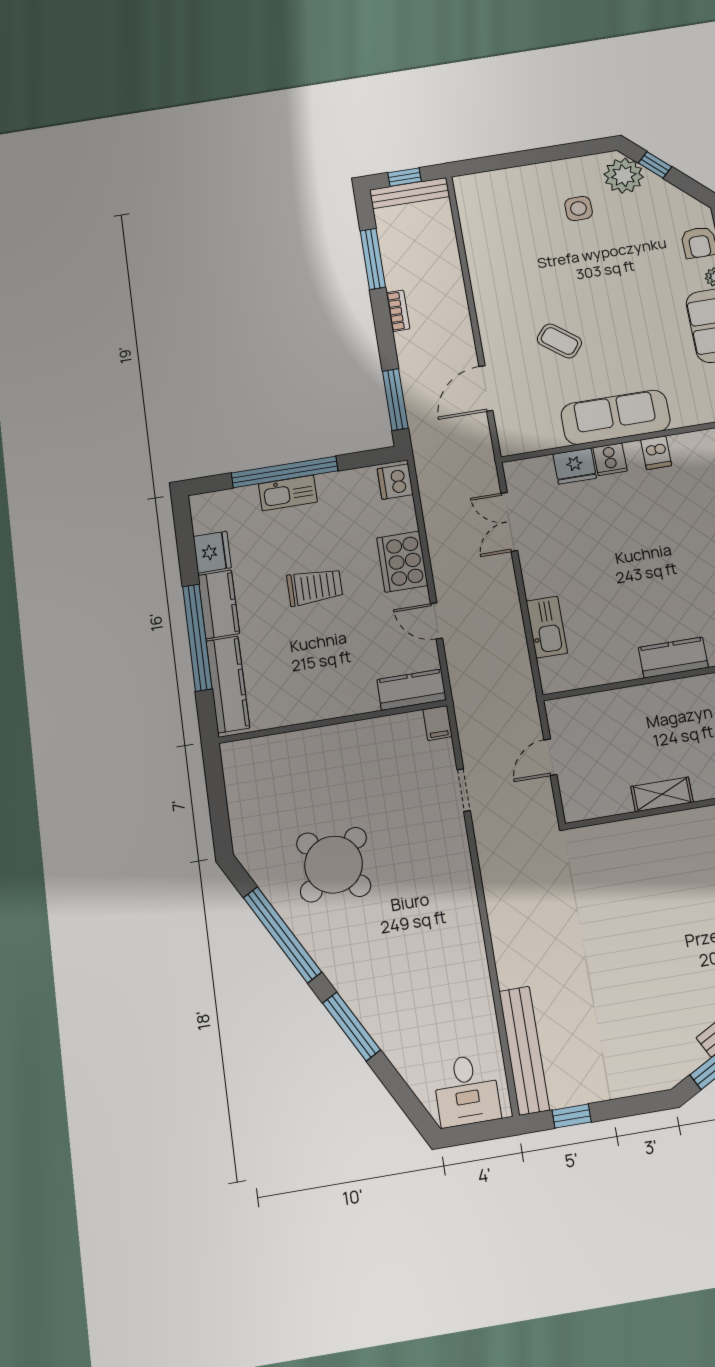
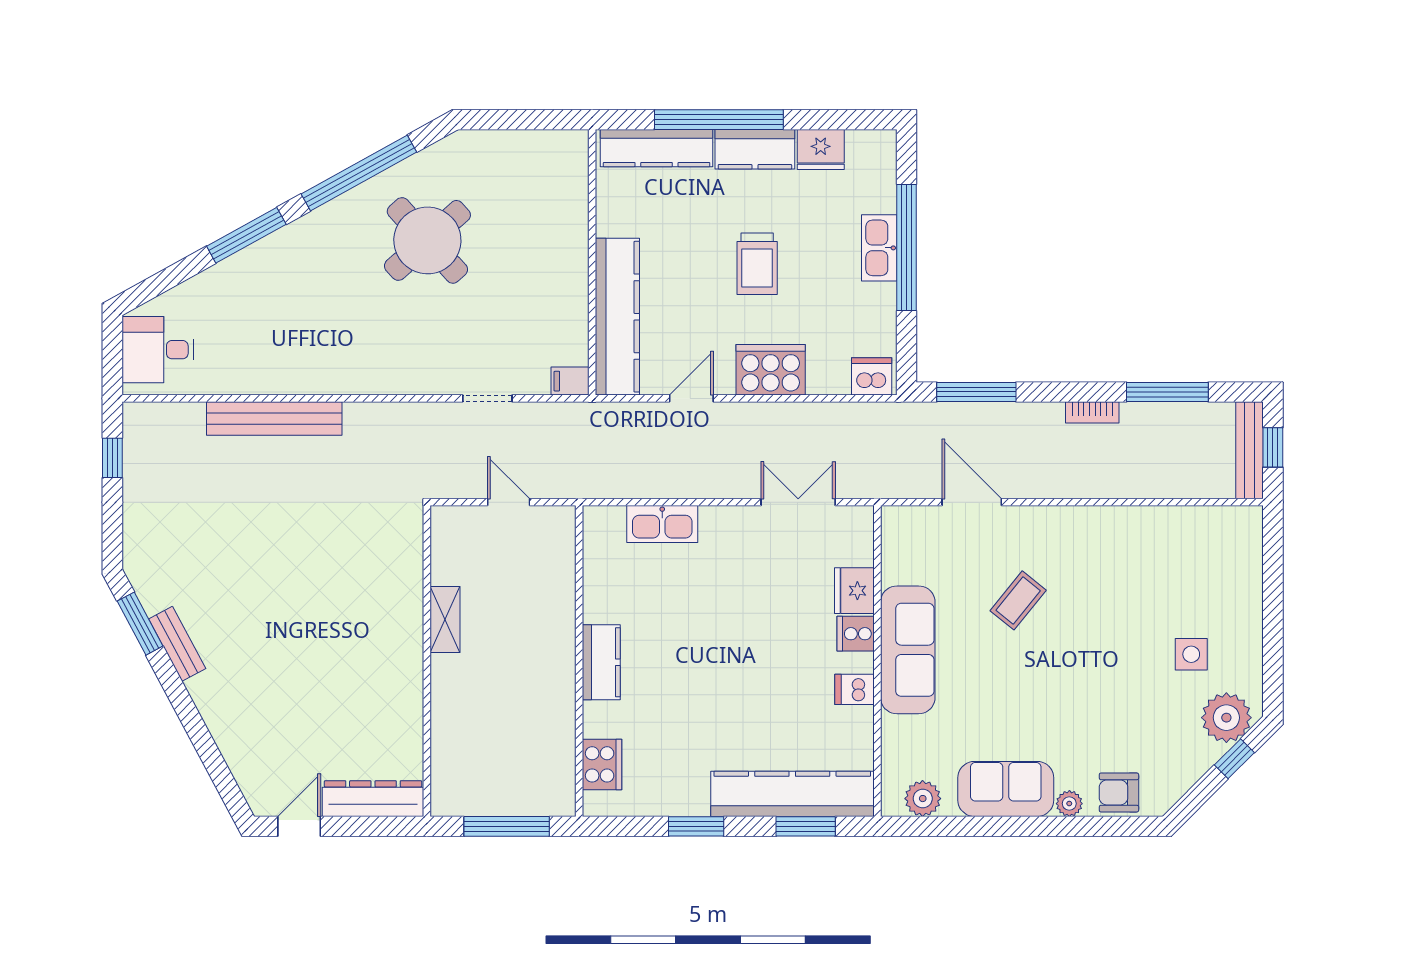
kitchen counter: (412, 690) -> (617, 317), width x2.08, depth x1.17
bench: (524, 1050) -> (274, 419), moved

